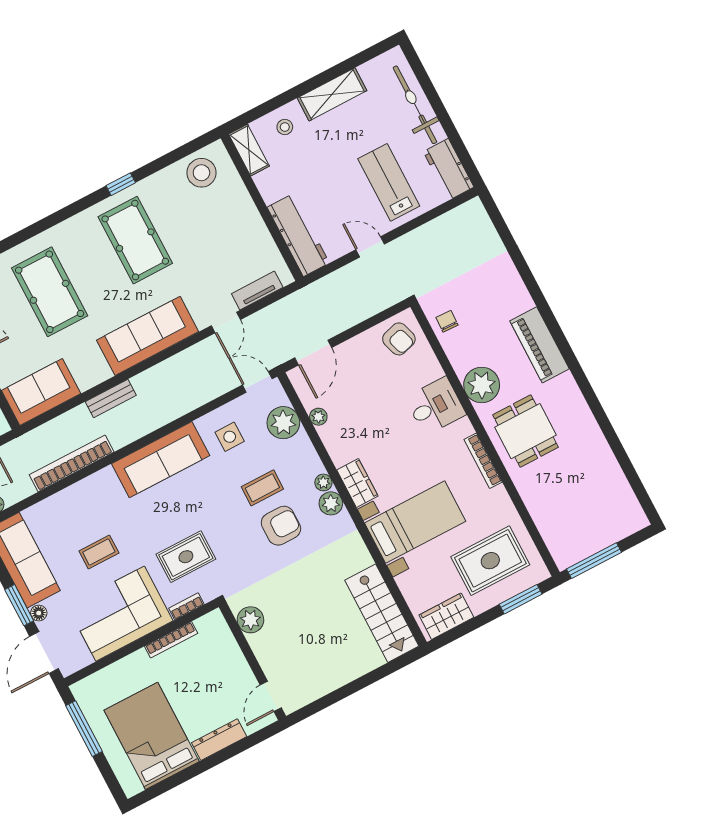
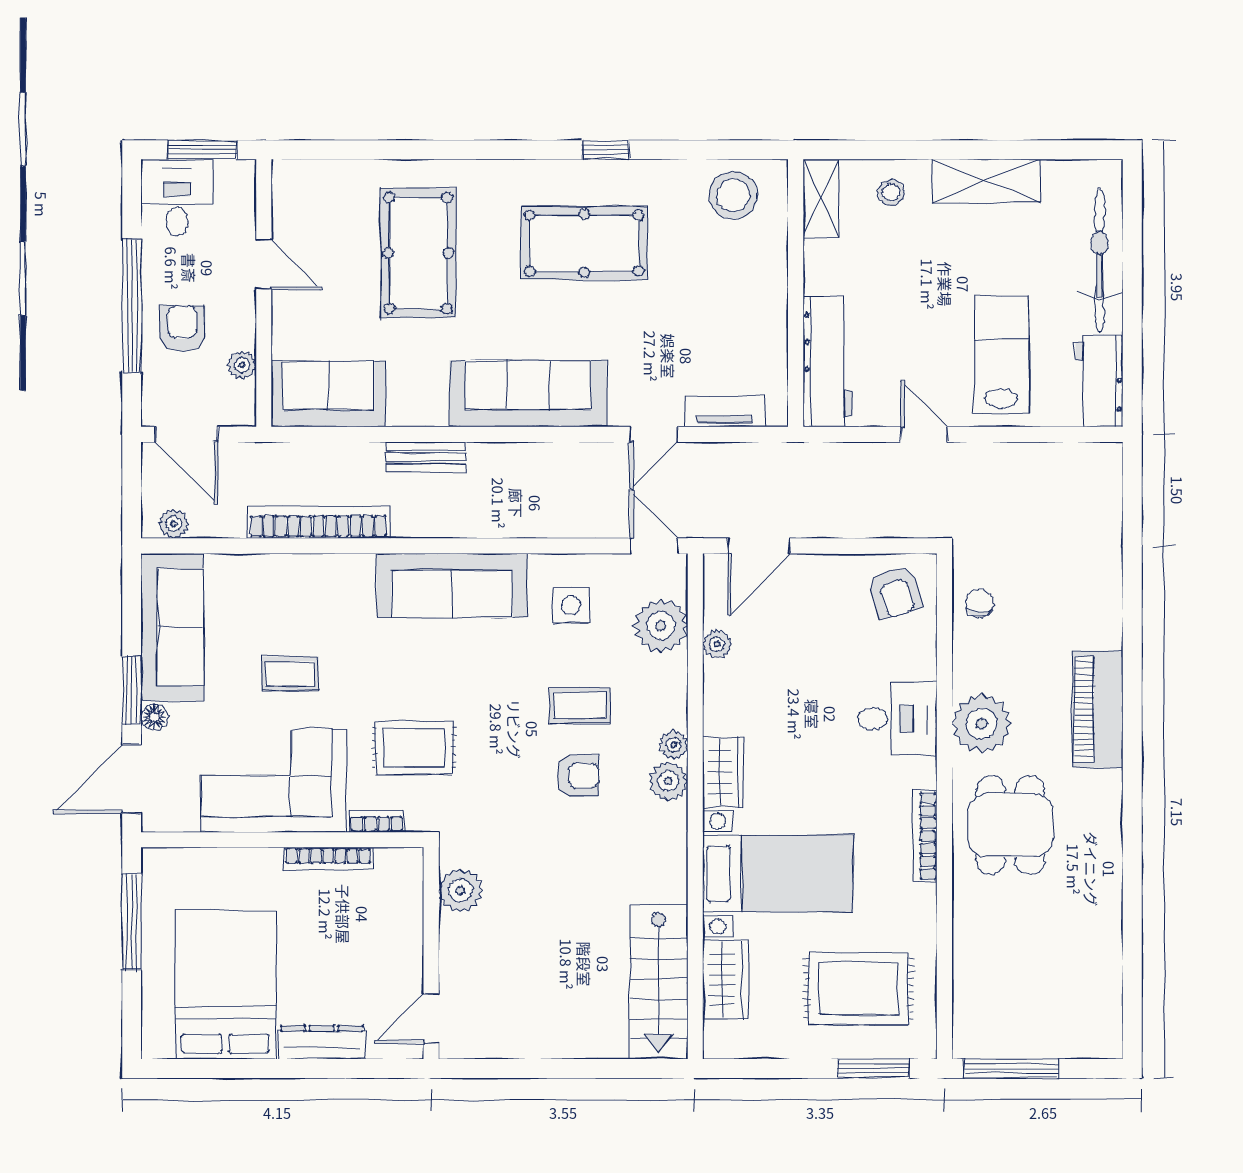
pool table: (135, 240) -> (584, 243), turned 90
armchair: (281, 526) -> (578, 775), width x0.72, depth x0.72
wardrobe: (446, 616) -> (726, 980), moved, turned 90

